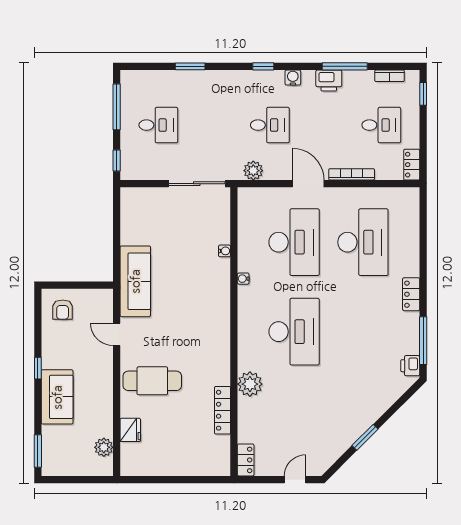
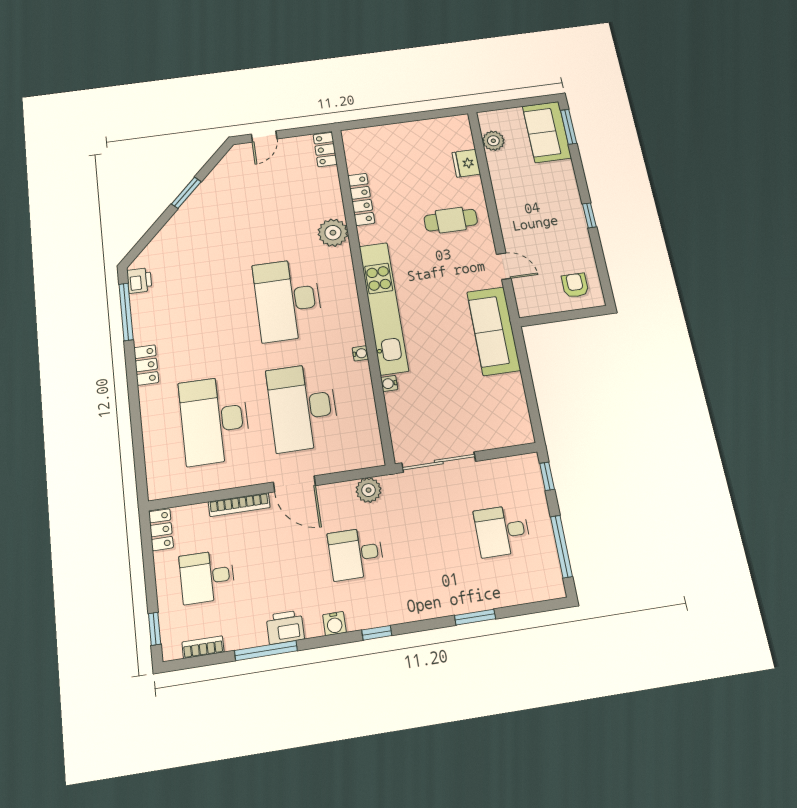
kitchen unit: (219, 313) -> (384, 308), added
cafe table: (152, 381) -> (451, 220), width x0.73, depth x0.74
sofa: (57, 397) -> (547, 132), moved

